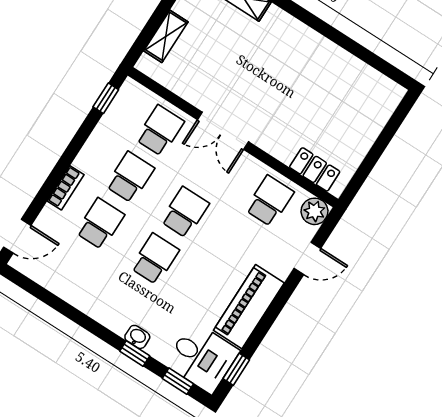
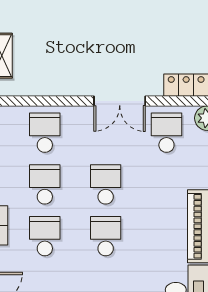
double door: (223, 131) -> (120, 101), moved

